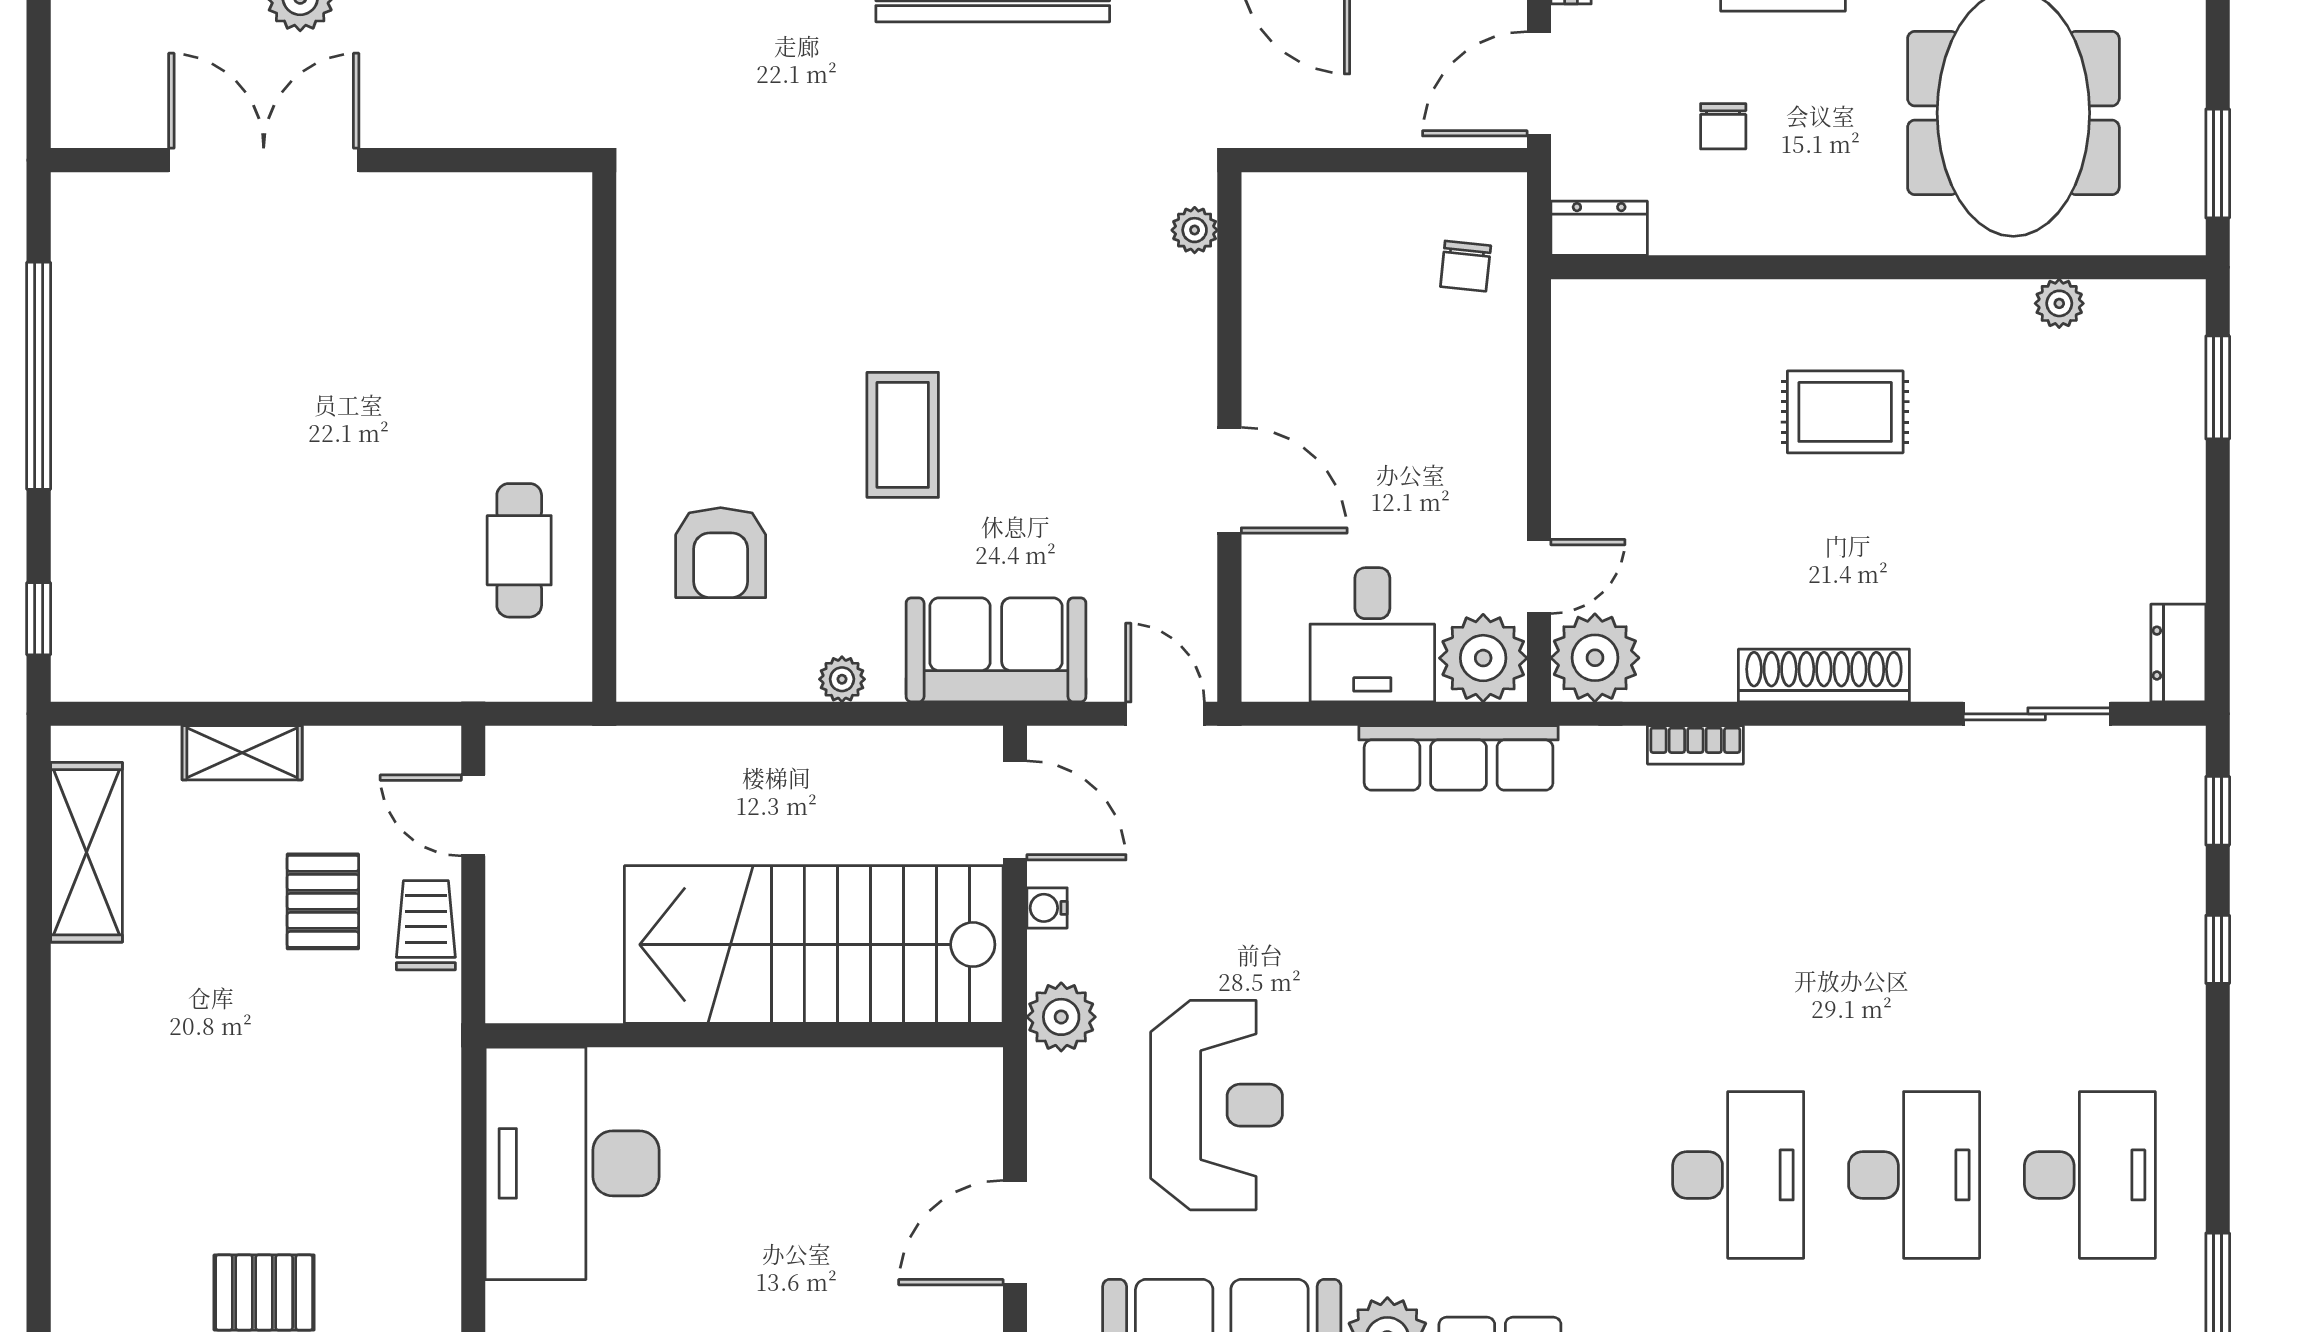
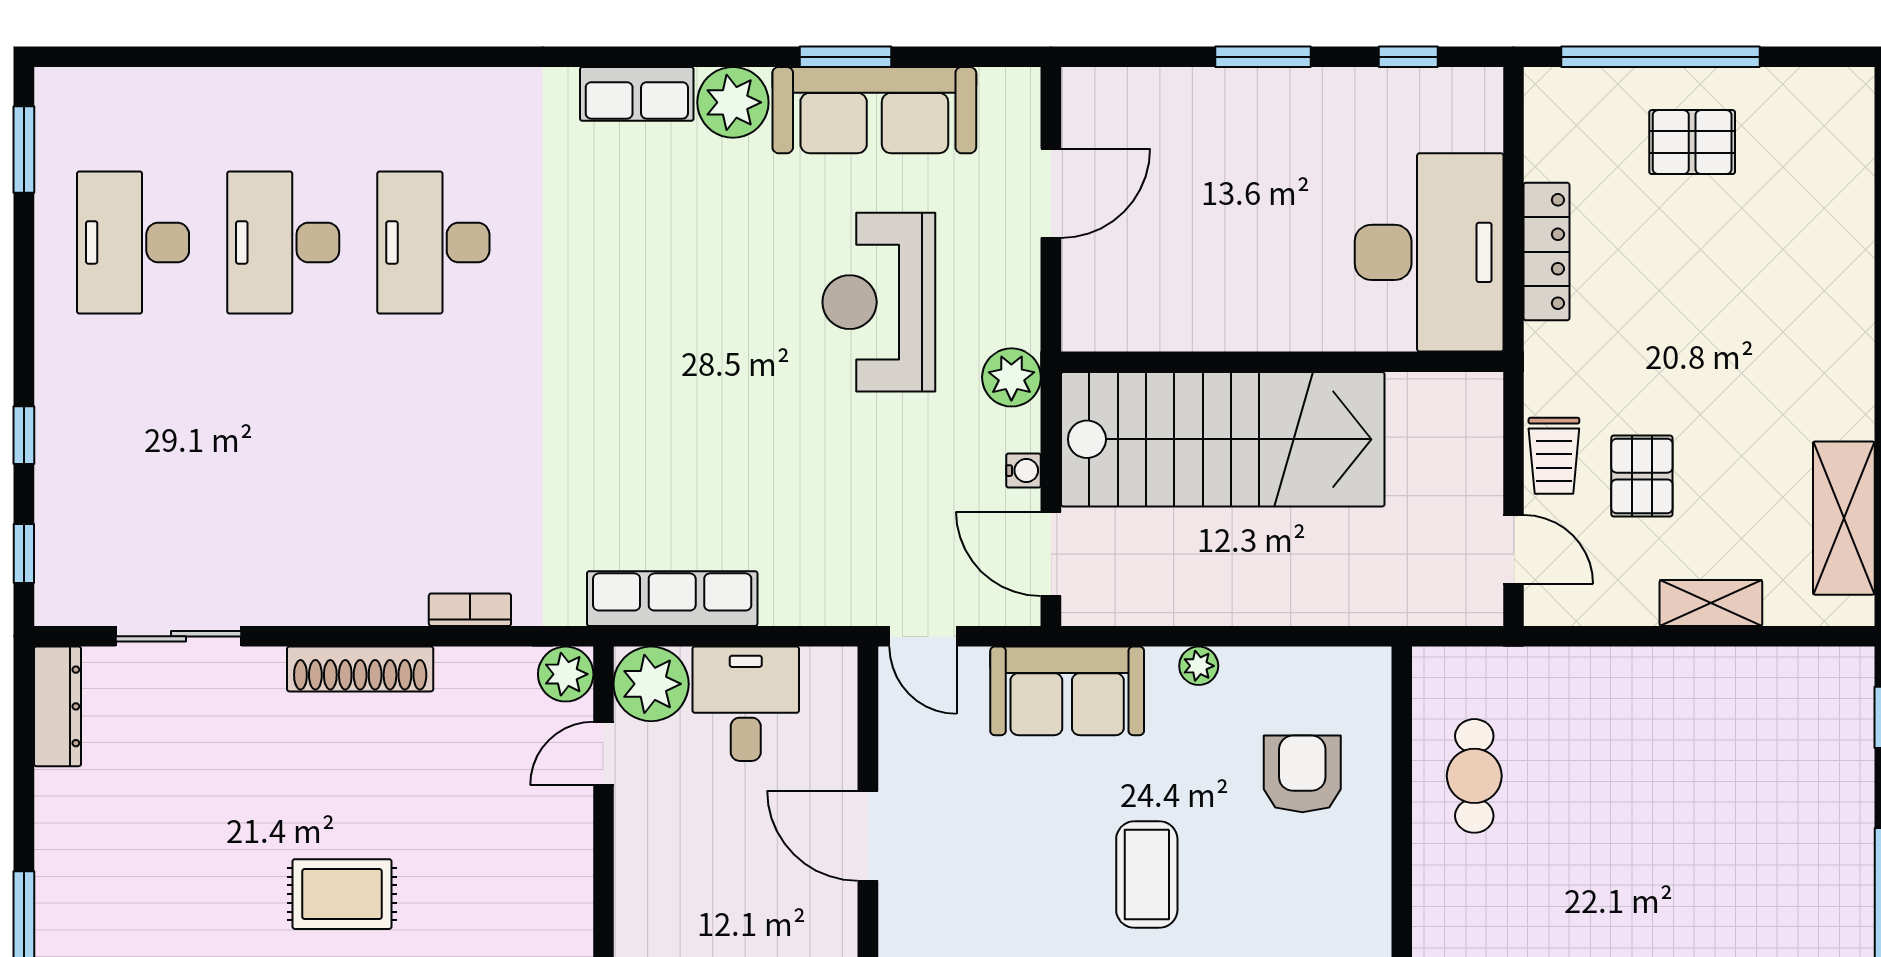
dresser: (2178, 653) -> (58, 706), width x1.44
plant: (1595, 658) -> (566, 674), width x0.73, depth x0.73
locker: (435, 1164) -> (1547, 252), added

